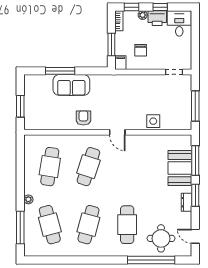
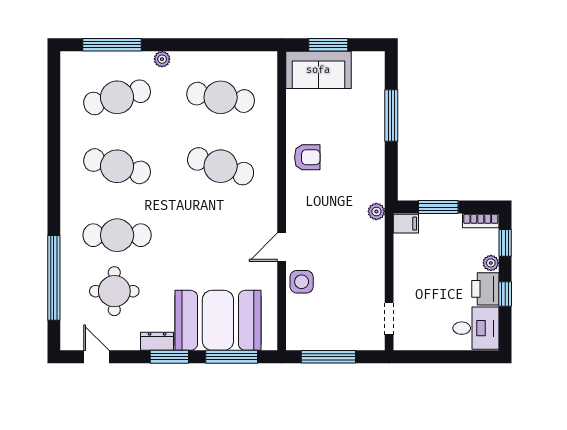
chair: (141, 50) -> (428, 259), removed
plant: (114, 79) -> (376, 211), added
sofa: (71, 85) -> (318, 70), moved, turned -90
door: (117, 132) -> (282, 247), moved
booth: (180, 168) -> (218, 320), width x1.36, depth x1.42
door: (195, 236) -> (96, 357), hinge flipped
round table: (161, 238) -> (114, 291), moved

